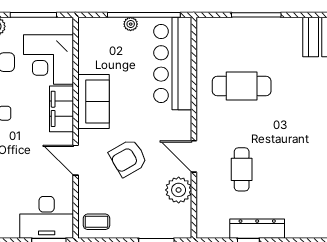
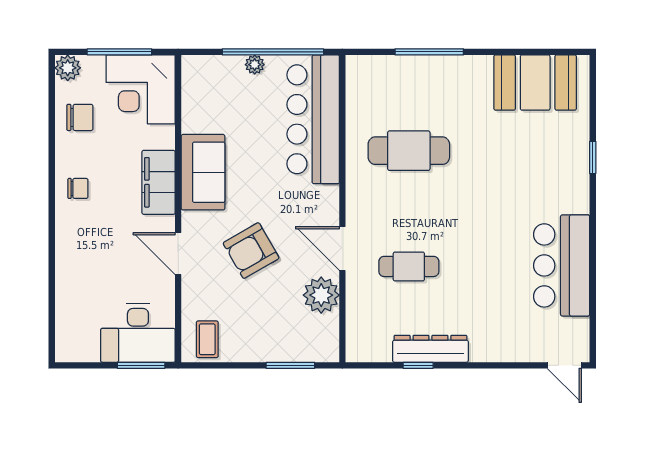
corner desk: (49, 59) -> (141, 89), moved
cafe table: (242, 169) -> (409, 266), turned 90
coffee table: (97, 222) -> (207, 339), turned 90

